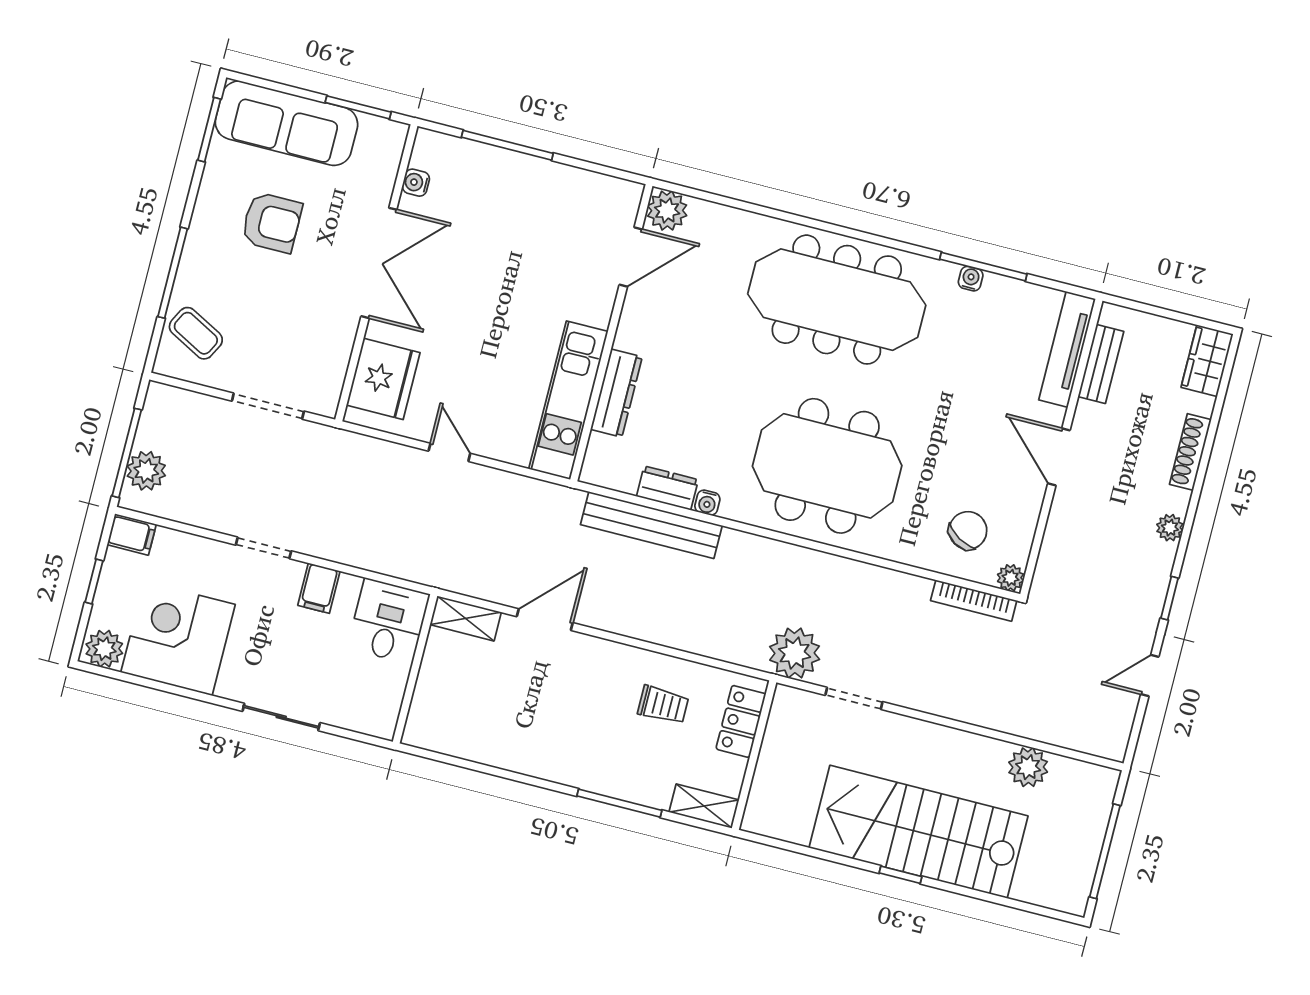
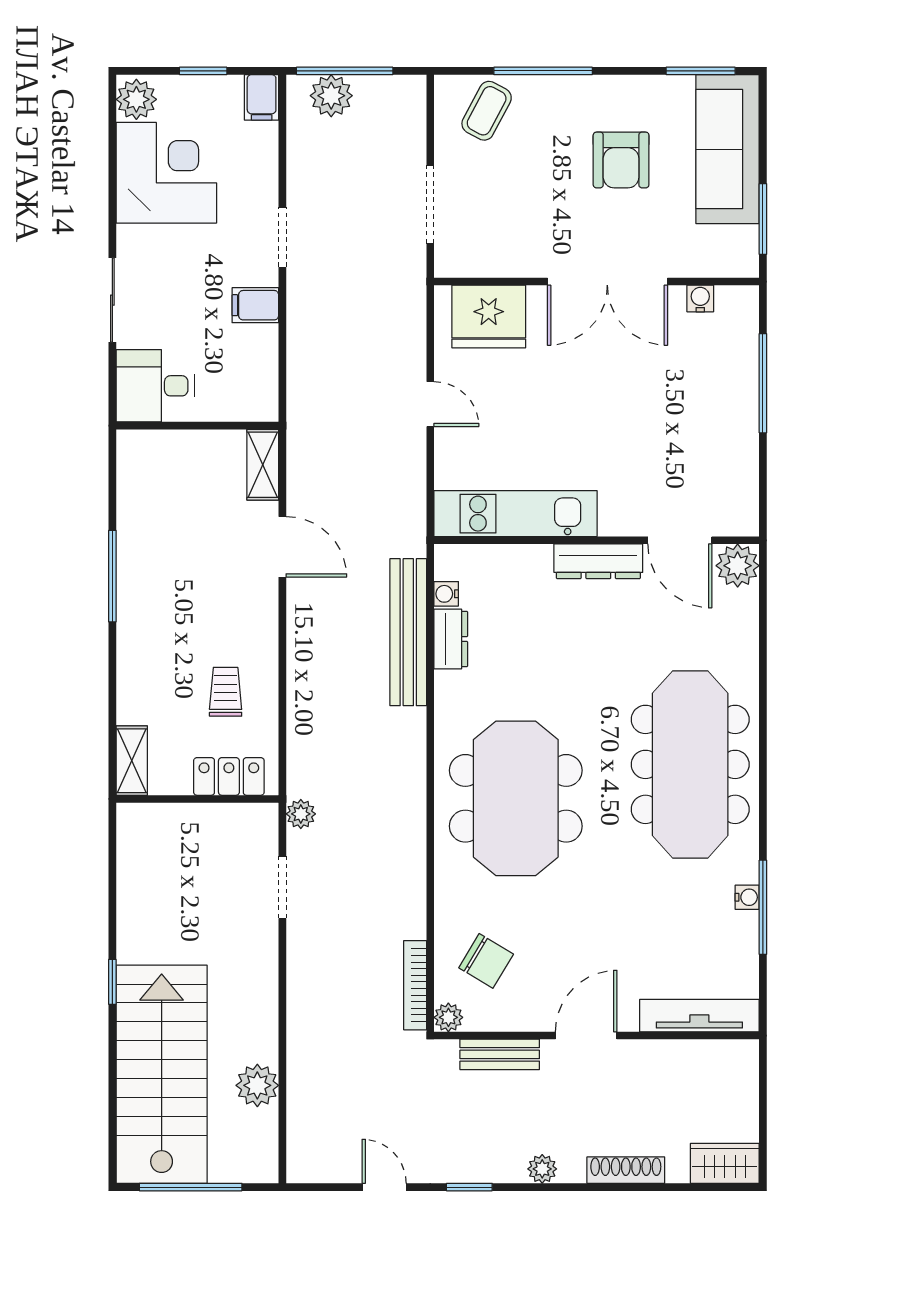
bench: (1101, 364) -> (500, 1054), moved
dresser: (616, 393) -> (598, 561), moved
door: (449, 452) -> (430, 404), hinge flipped
water cooler: (707, 503) -> (446, 594), moved
desk: (389, 621) -> (155, 386), moved, turned 180
plant: (795, 653) -> (301, 814), width x0.53, depth x0.53
trolley: (663, 705) -> (226, 692), turned 180
window: (619, 803) -> (112, 576), moved
stairs: (918, 832) -> (162, 1074), moved

